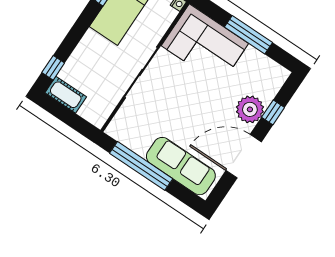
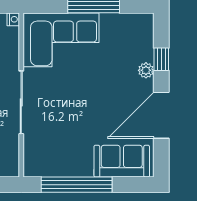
plant: (250, 109) -> (146, 70), width x0.53, depth x0.53
sofa: (181, 166) -> (122, 161), width x0.73

